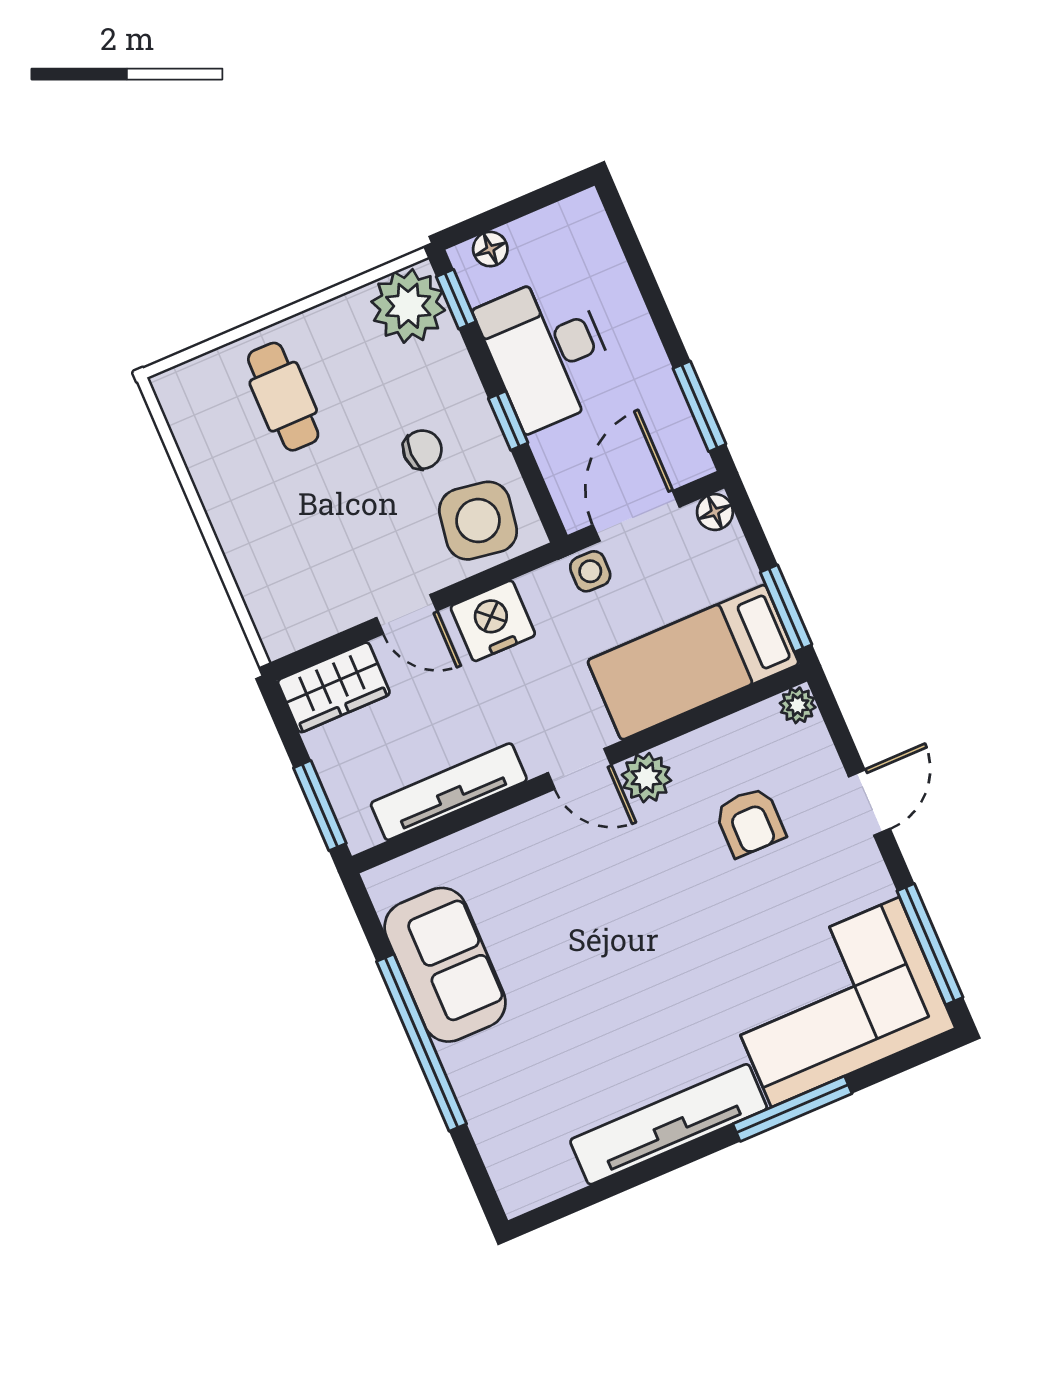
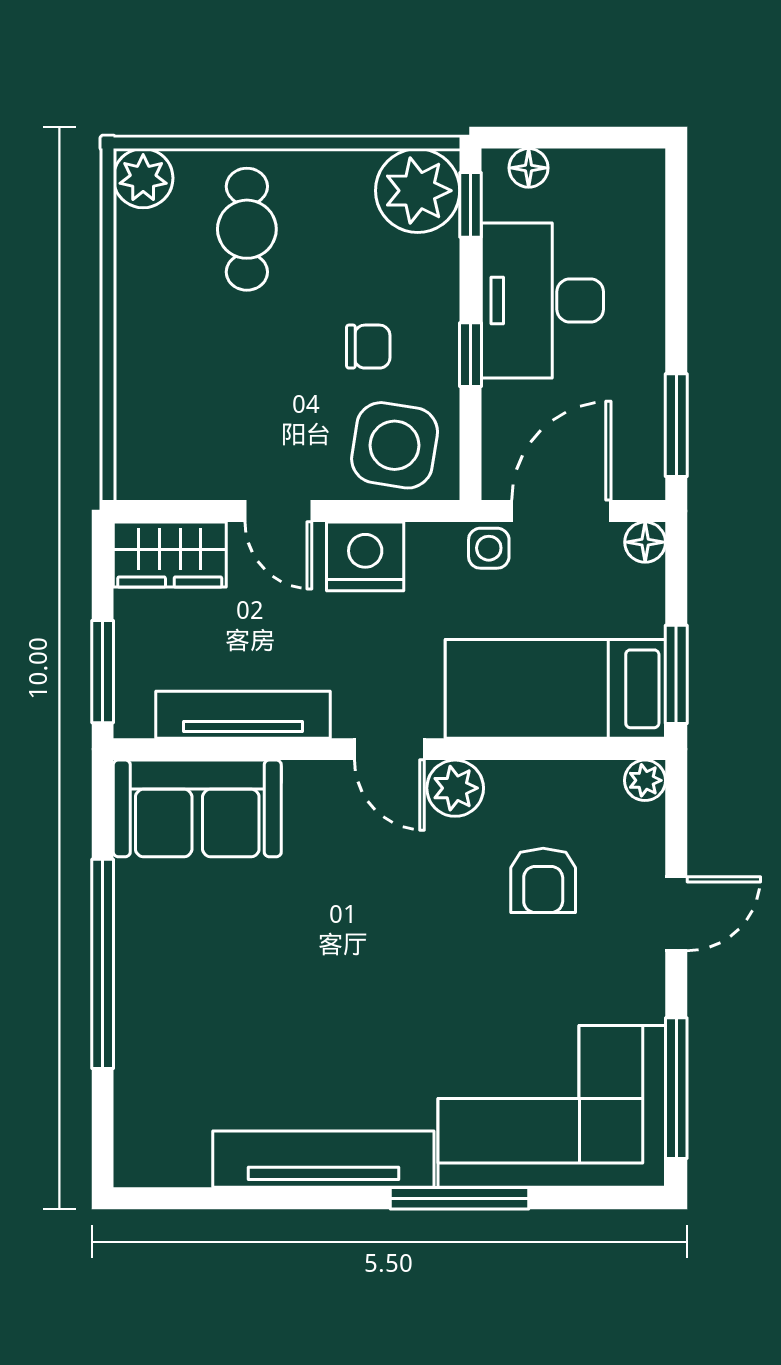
plant: (181, 391) -> (143, 178), added
sofa: (445, 965) -> (197, 808), moved, turned 90

